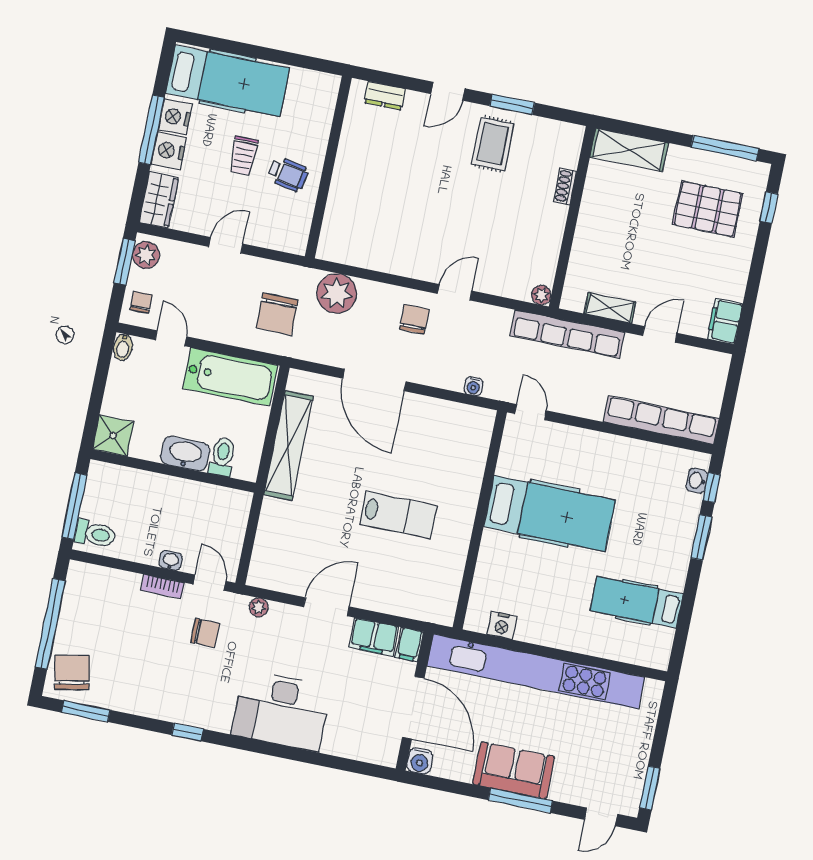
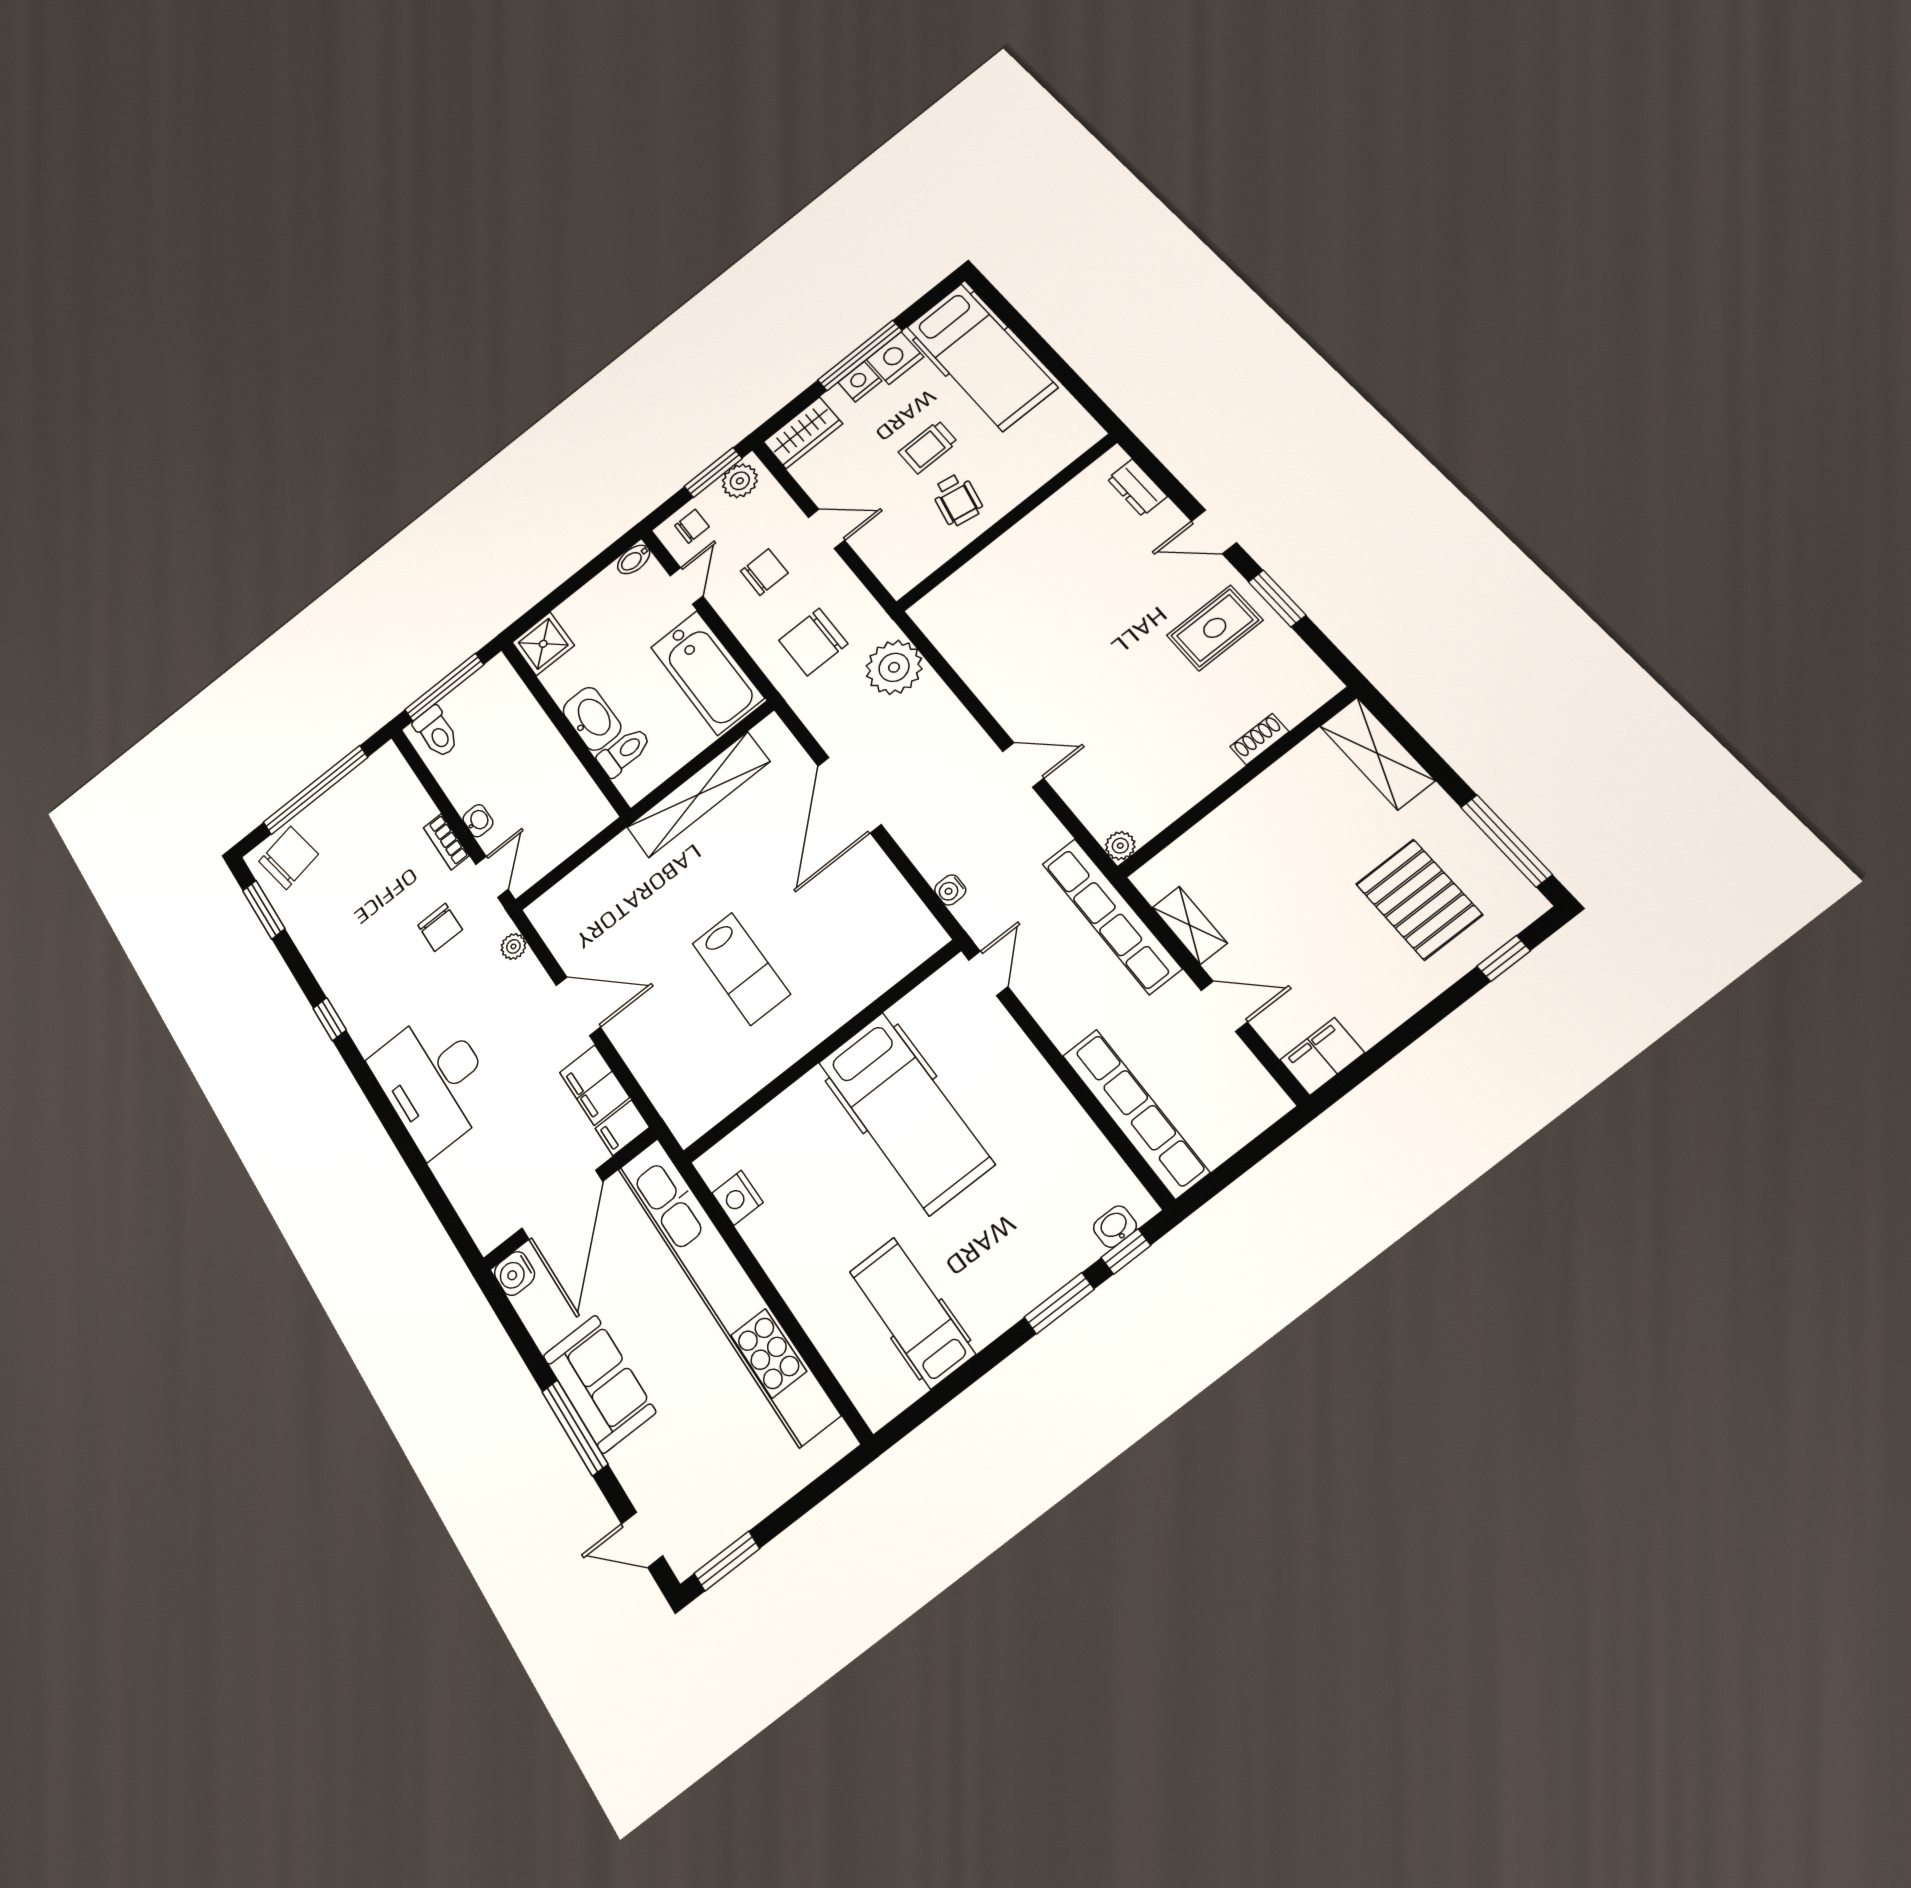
nightstand: (169, 151) -> (860, 382), width x0.74, depth x0.75
chair: (414, 319) -> (764, 572), moved

